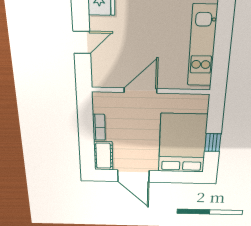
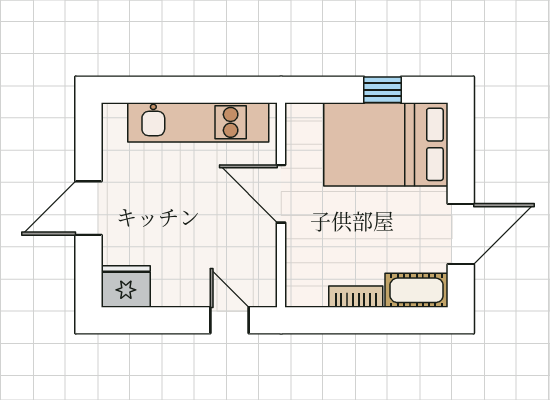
door: (82, 42) -> (229, 320), moved
door: (140, 90) -> (281, 194), moved

